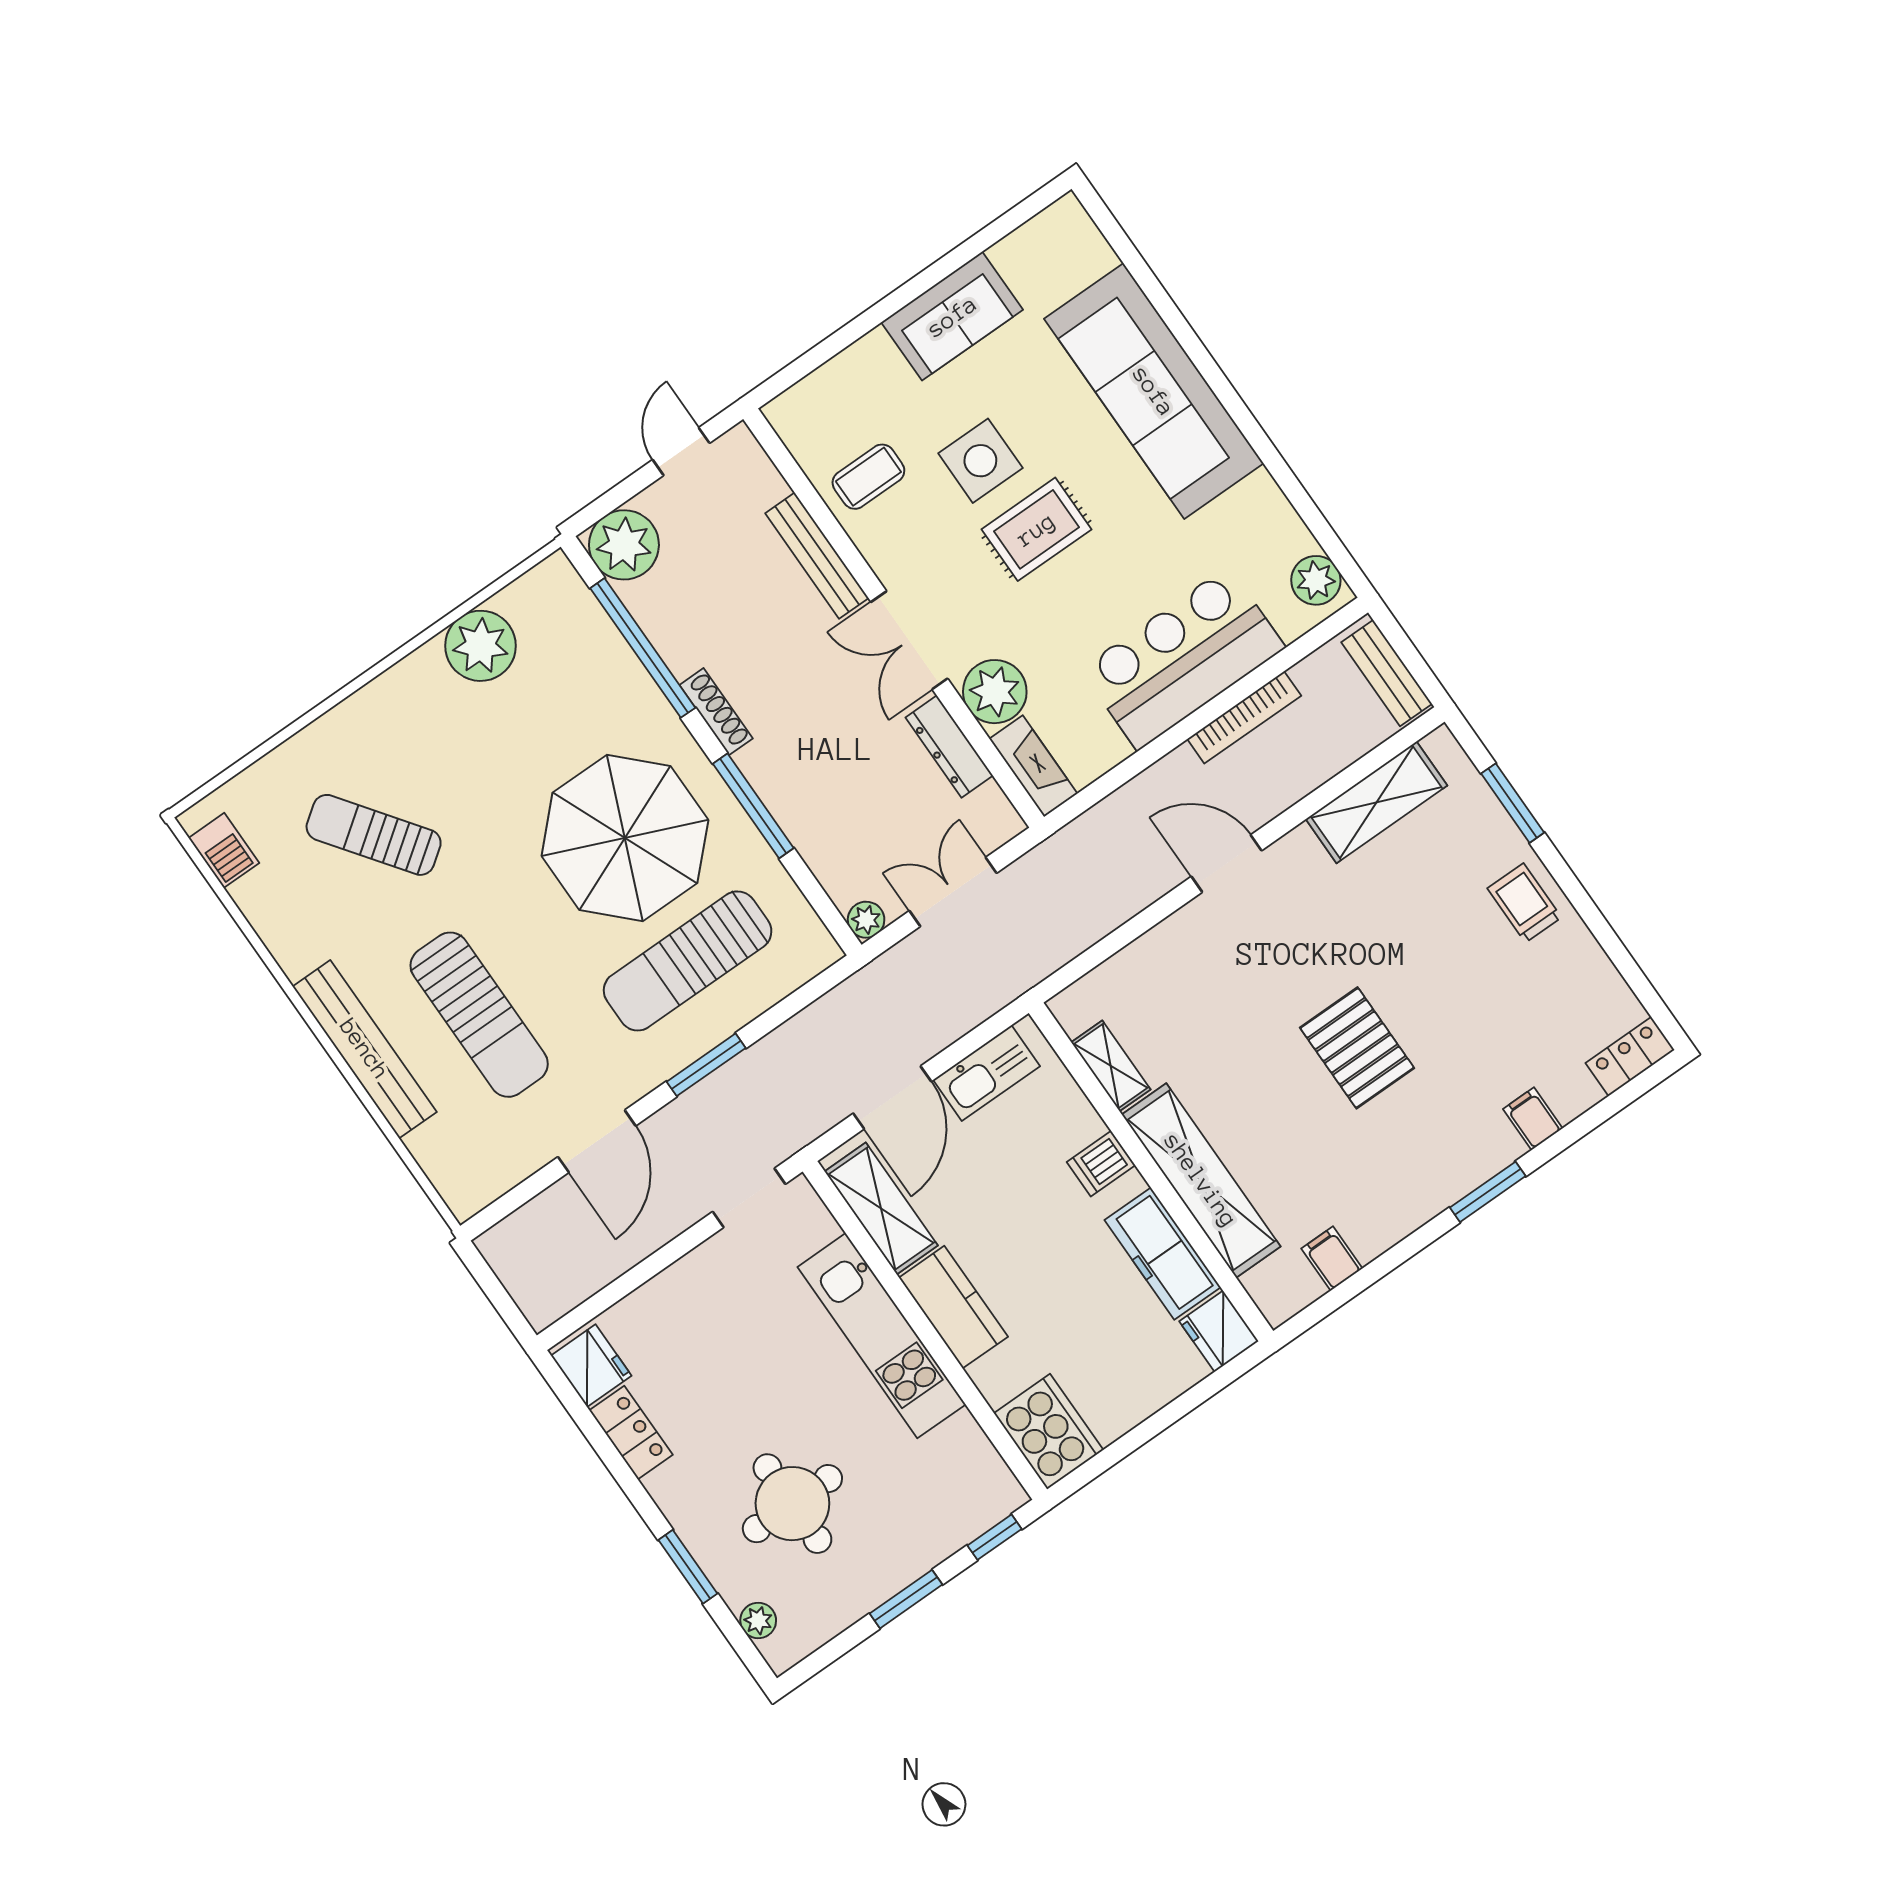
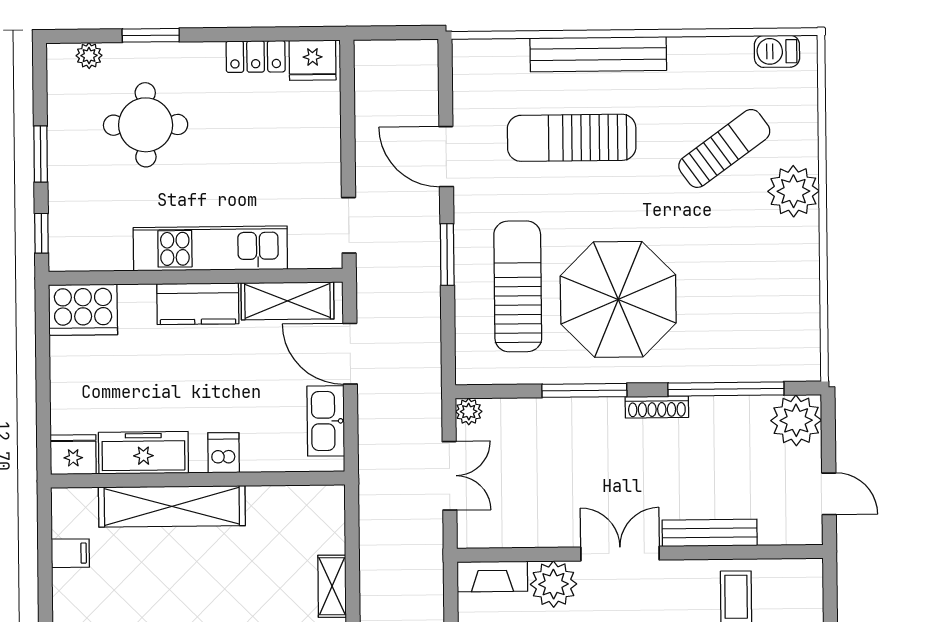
plant: (481, 646) -> (793, 191), moved
dresser: (949, 746) -> (539, 534), removed
shelving: (1111, 1066) -> (332, 586), moved, turned 90

